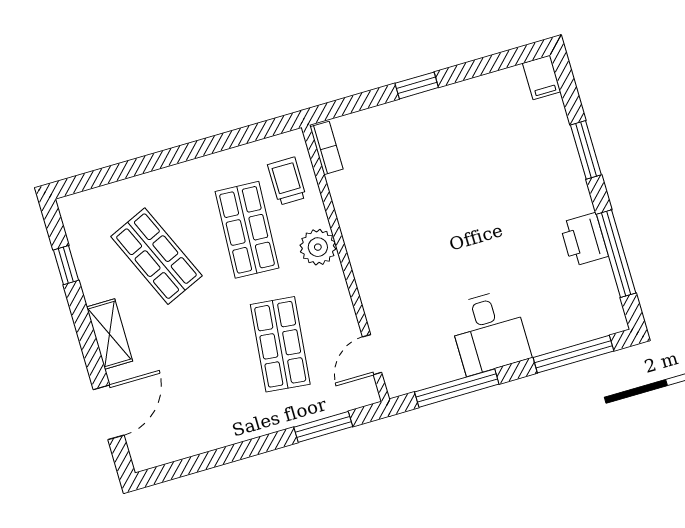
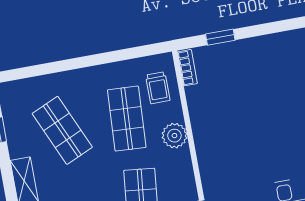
window: (417, 85) -> (220, 37), moved
trolley: (287, 181) -> (158, 88), turned 180

